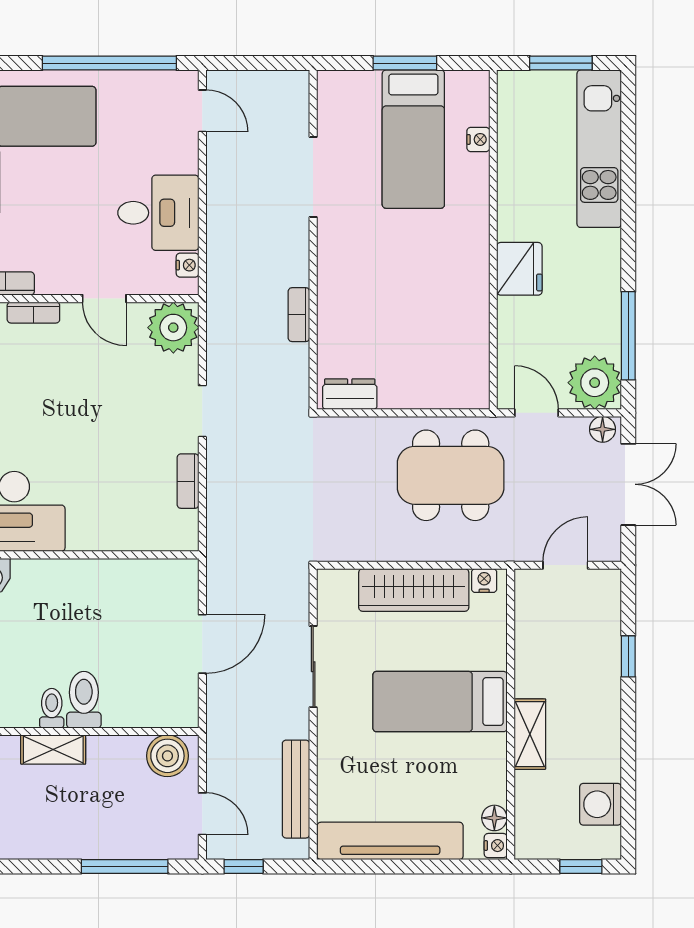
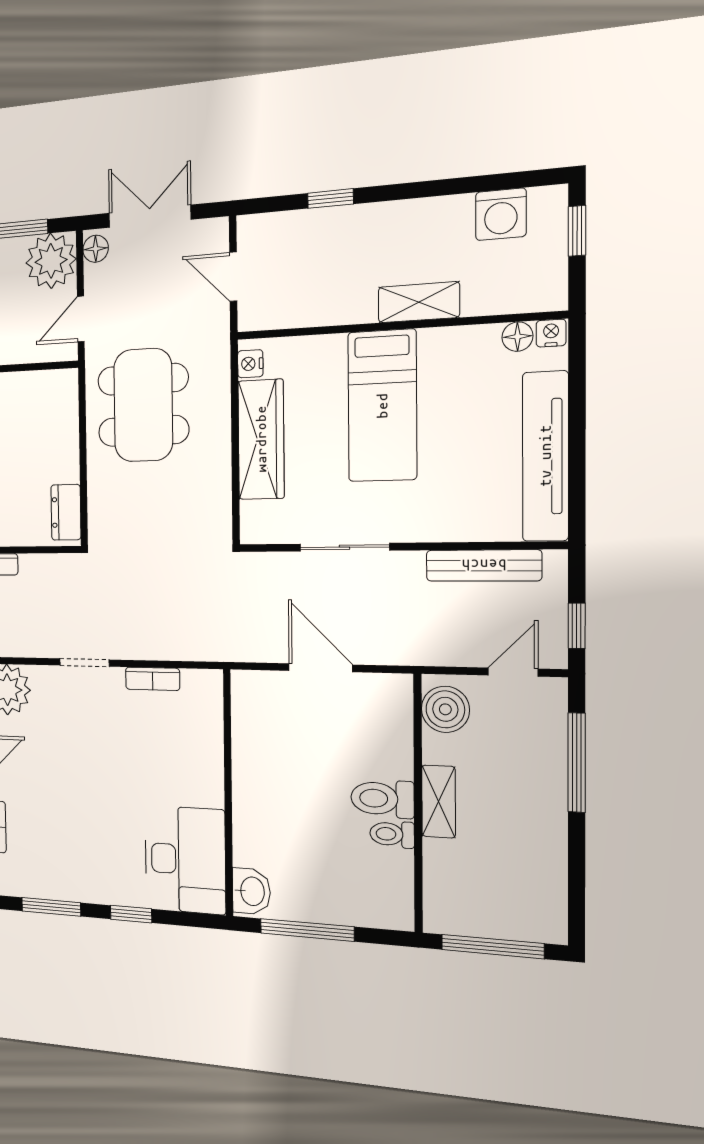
shelving: (53, 750) -> (439, 801), moved

